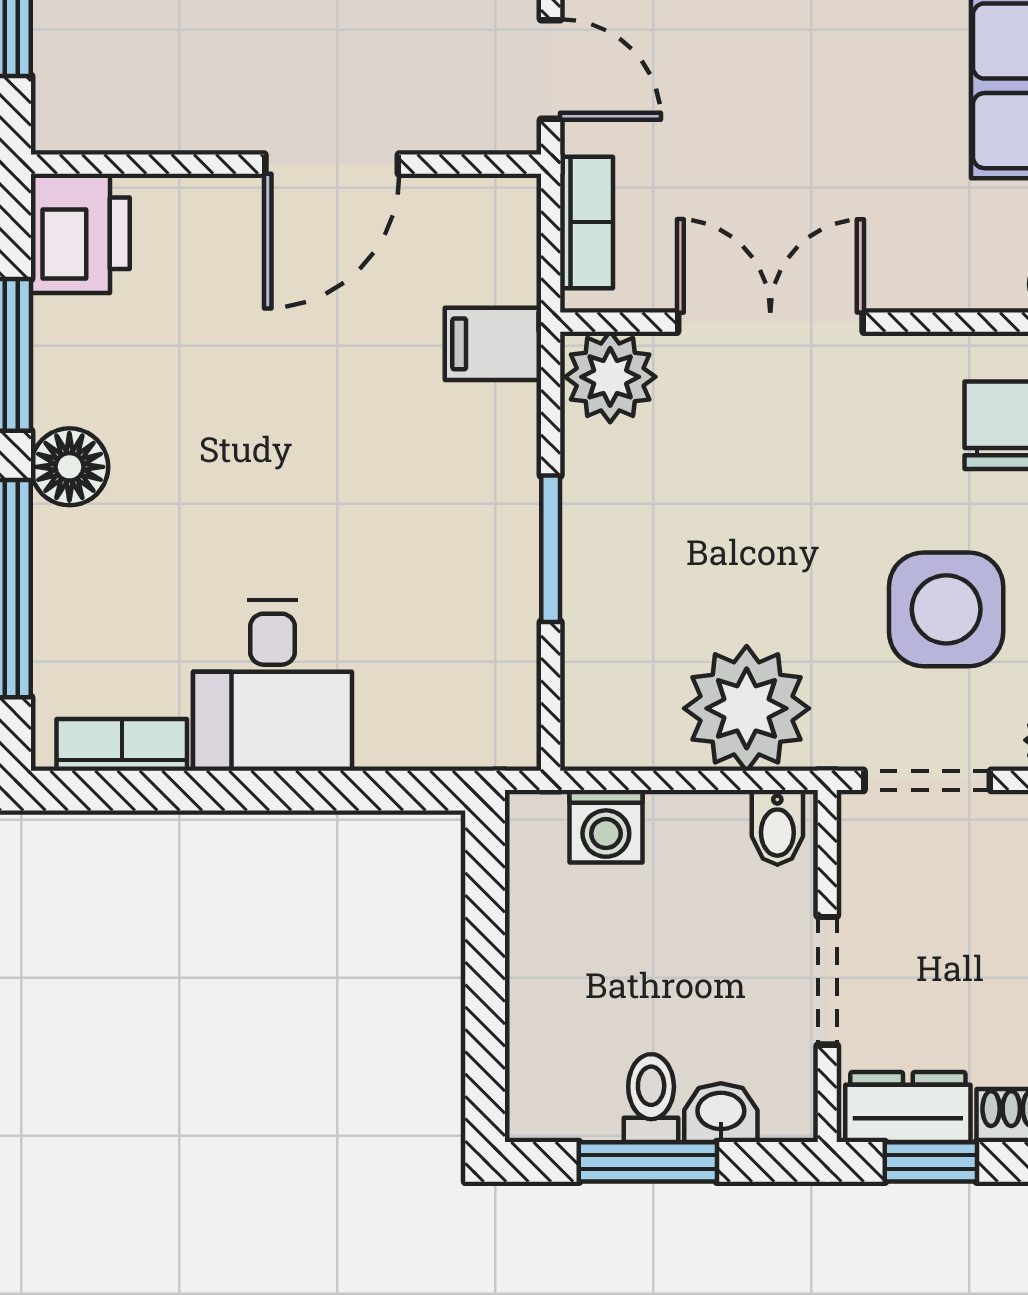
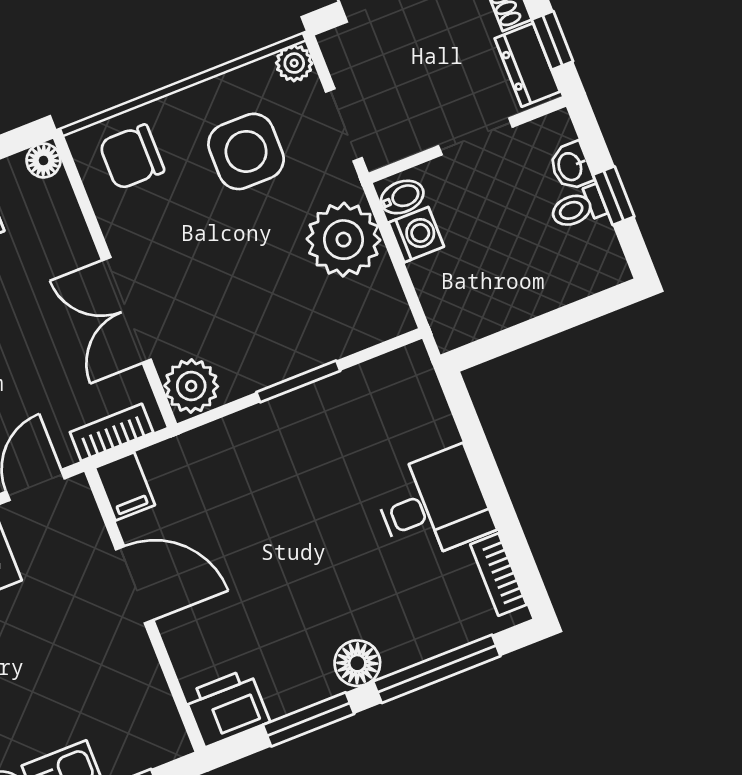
filing cabinet: (493, 344) -> (125, 486), moved
washing machine: (606, 826) -> (416, 235), moved
window: (648, 1162) -> (614, 196), width x0.67

